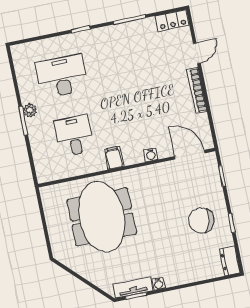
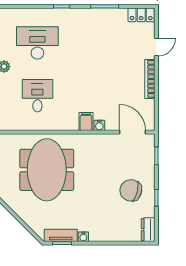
filing cabinet: (114, 158) -> (86, 122), moved

